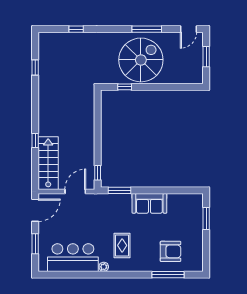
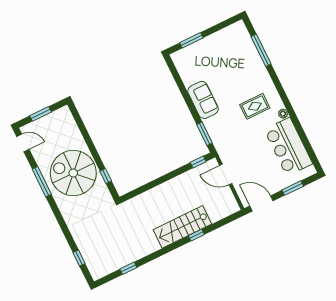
window: (76, 29) -> (79, 258), moved
stairs: (48, 163) -> (182, 227), moved
armchair: (171, 251) -> (238, 58), removed

